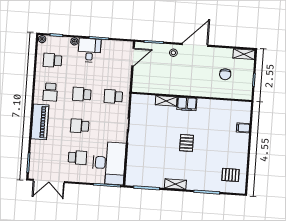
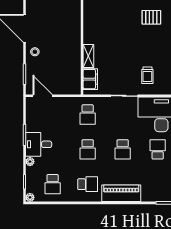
filing cabinet: (187, 104) -> (90, 79), moved
pallet: (187, 143) -> (151, 17), moved
trolley: (145, 153) -> (147, 75), added

